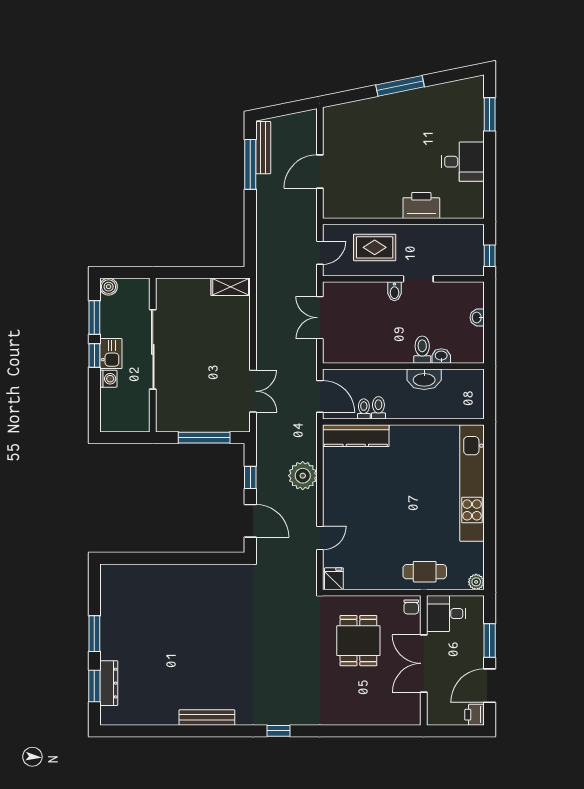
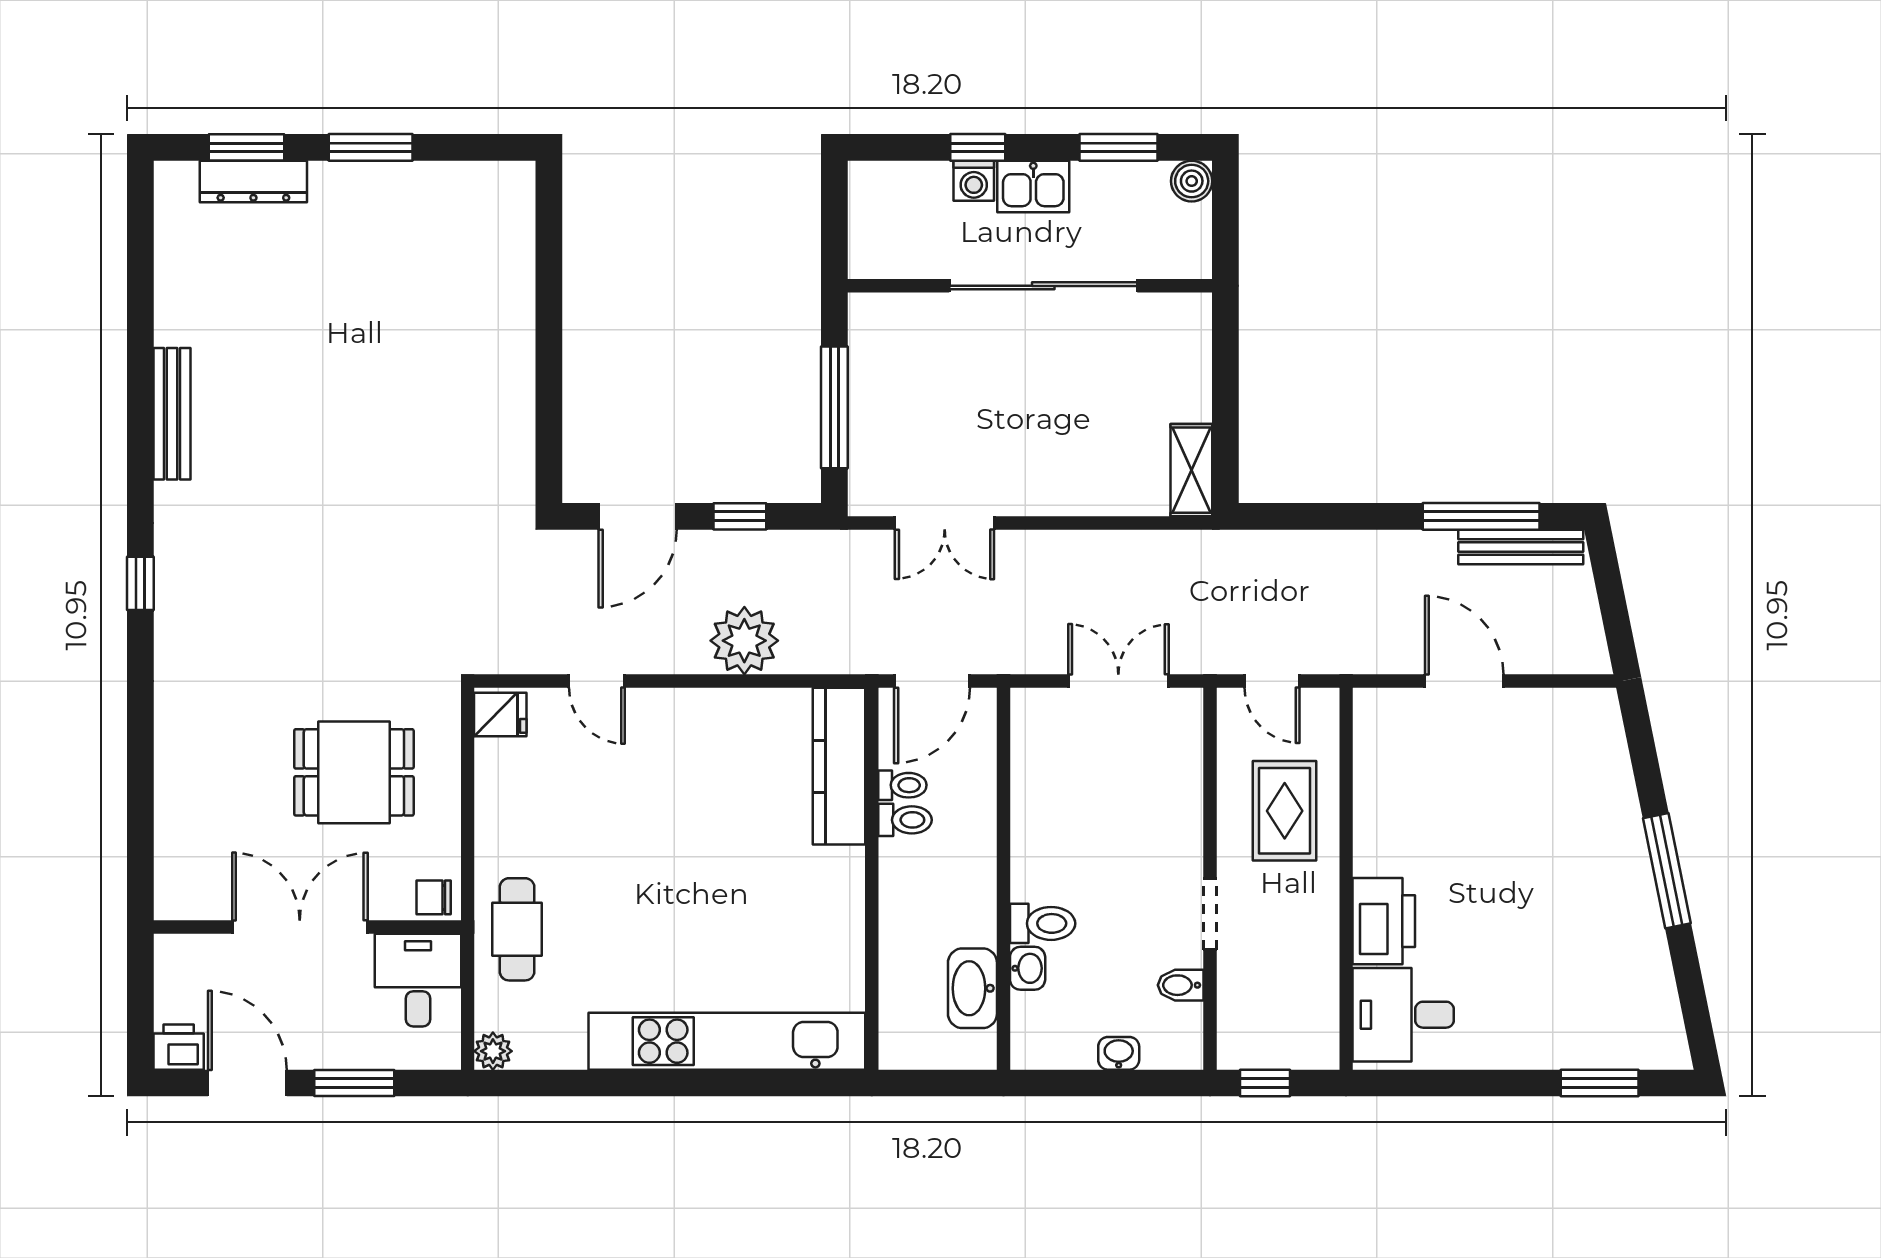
desk: (463, 162) -> (1403, 1015), moved, turned 90
bidet: (394, 291) -> (1181, 985), moved
window: (94, 356) -> (978, 147), moved
washbasin: (424, 379) -> (972, 988), moved

